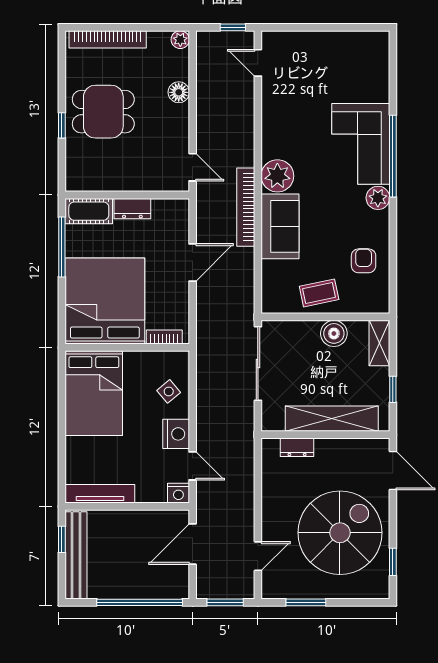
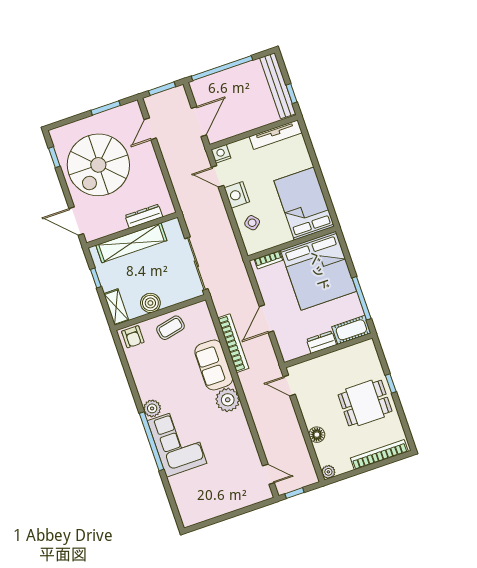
bookcase: (246, 207) -> (233, 343), moved
armchair: (364, 261) -> (133, 337), moved
dresser: (297, 447) -> (144, 216), width x1.44

